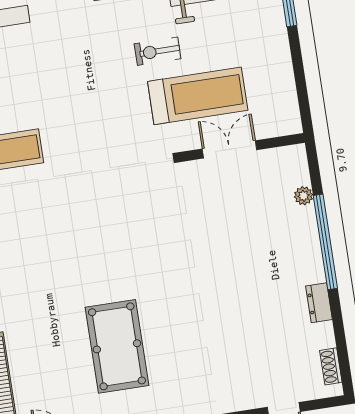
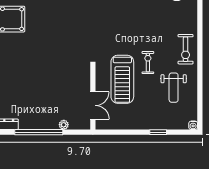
double door: (229, 149) -> (93, 105), moved

